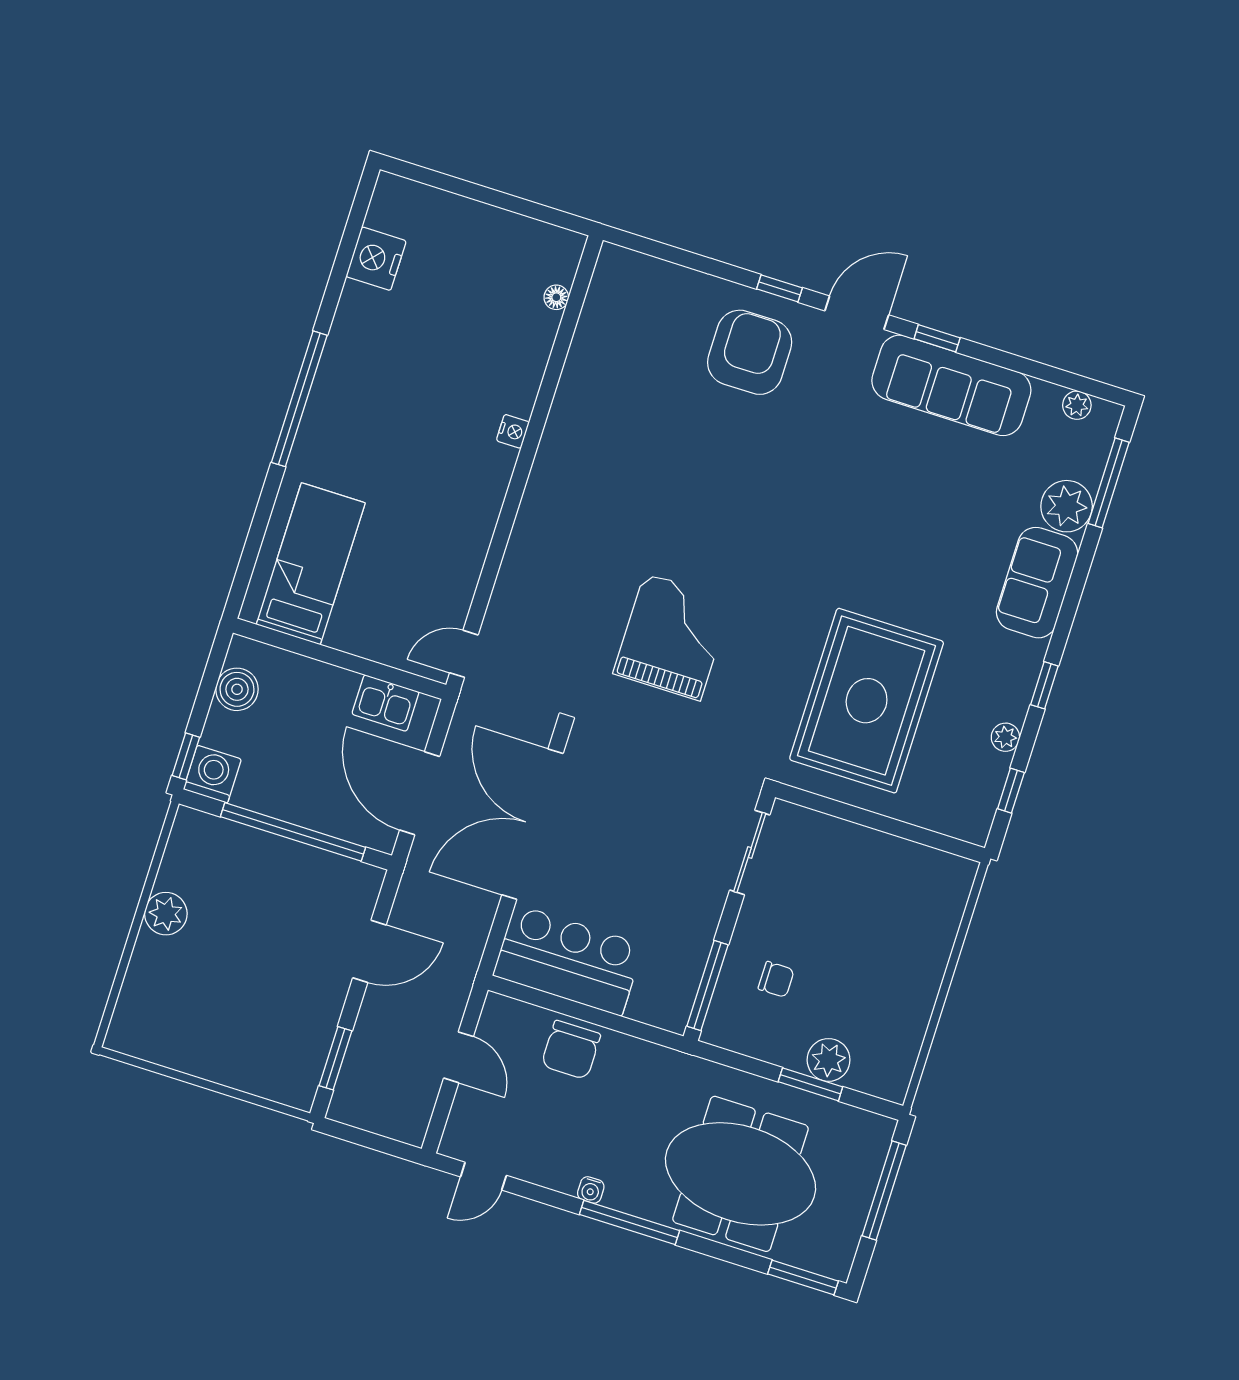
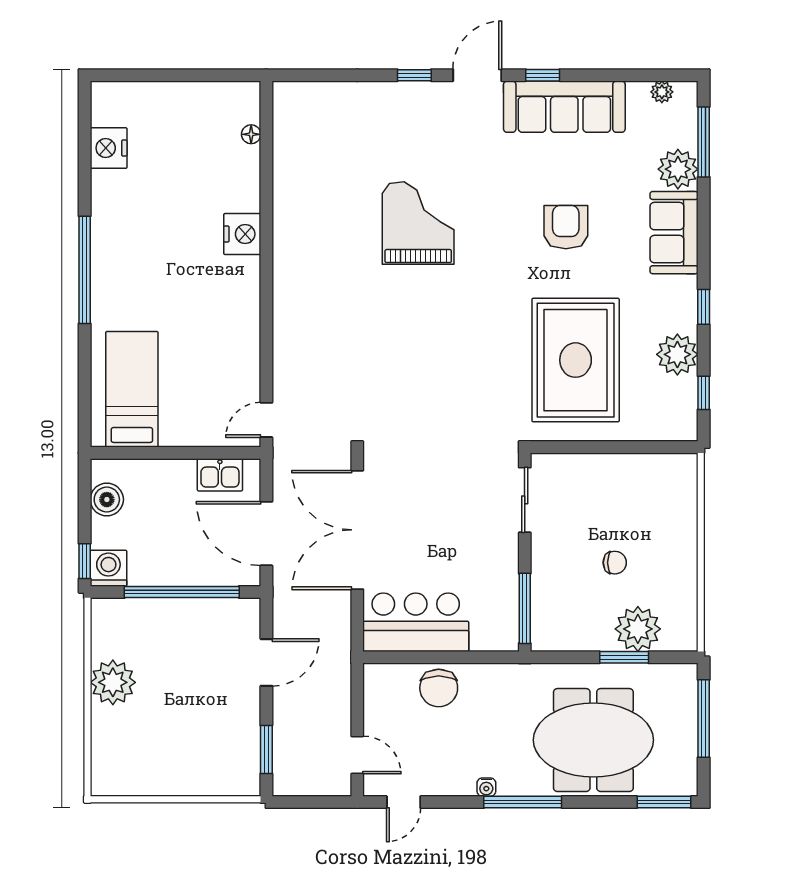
armchair: (750, 352) -> (566, 227), moved, width x0.73, depth x0.73
nightstand: (513, 431) -> (242, 234), width x1.89, depth x1.79
grand piano: (672, 637) -> (418, 223), moved
plant: (1005, 737) -> (677, 354), width x1.88, depth x1.88
plant: (166, 914) -> (113, 682), width x1.36, depth x1.36
chair: (776, 979) -> (615, 563), moved
door: (459, 1057) -> (357, 755), moved
plant: (829, 1060) -> (638, 629), width x1.36, depth x1.36

